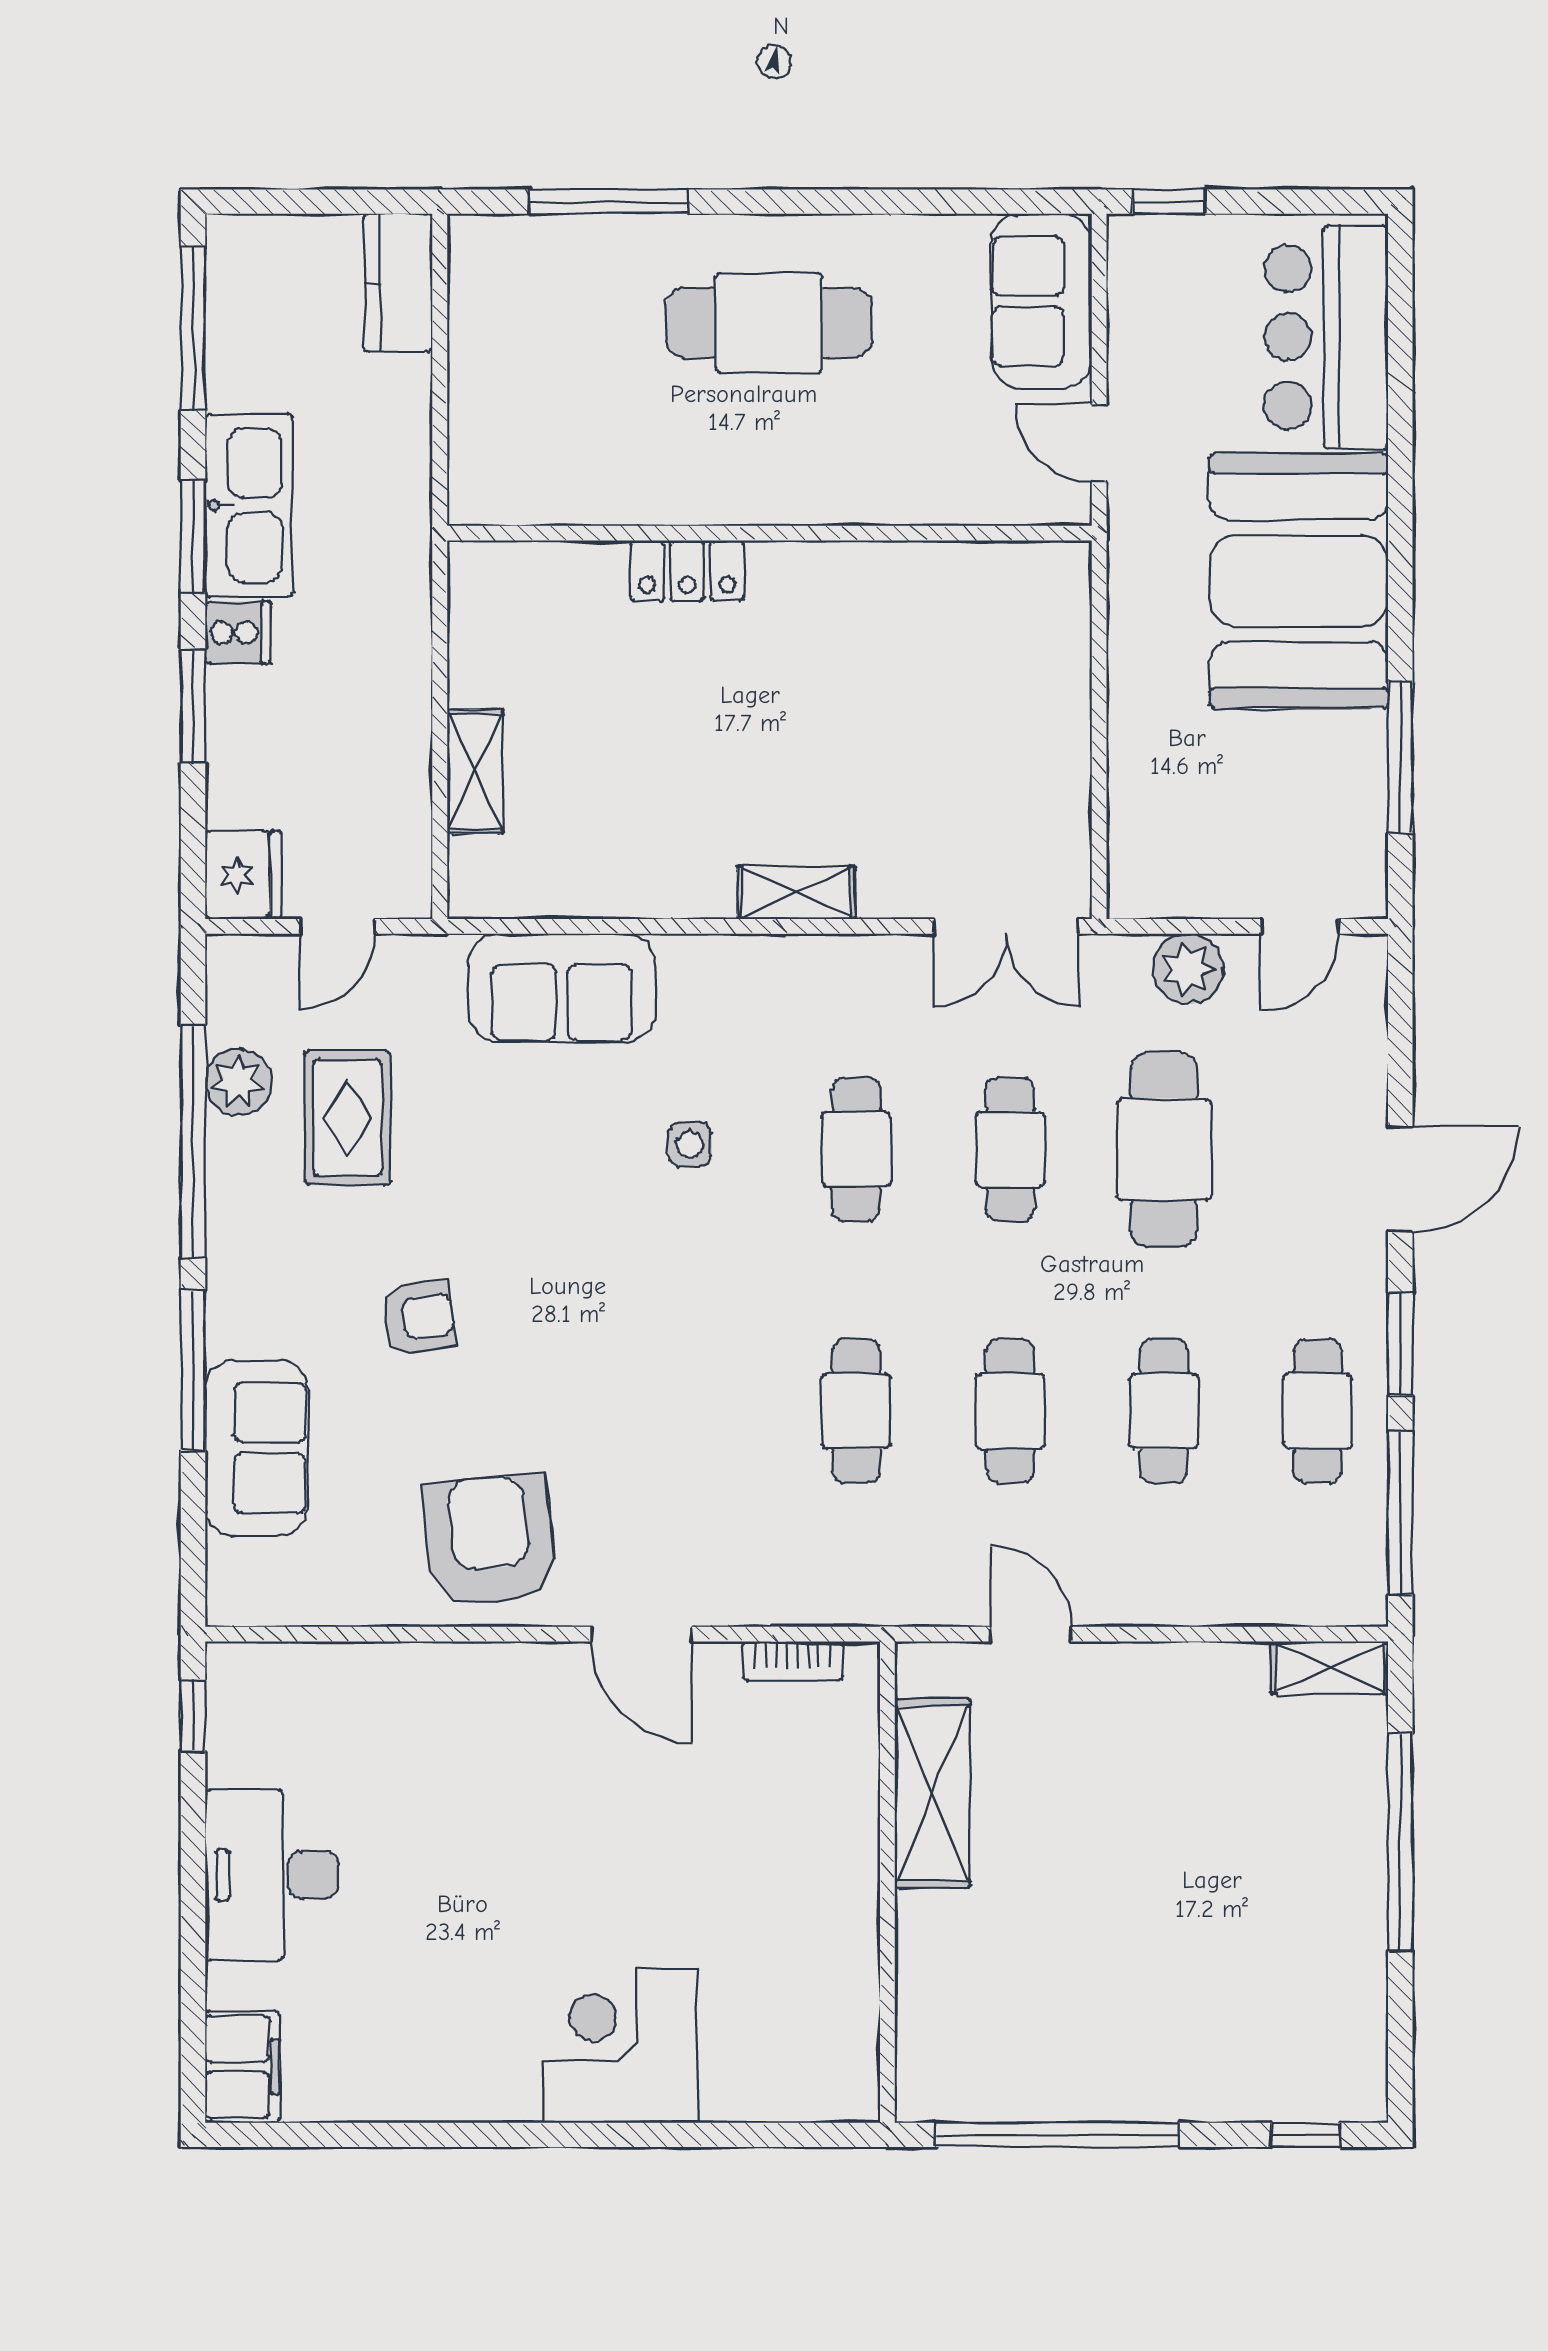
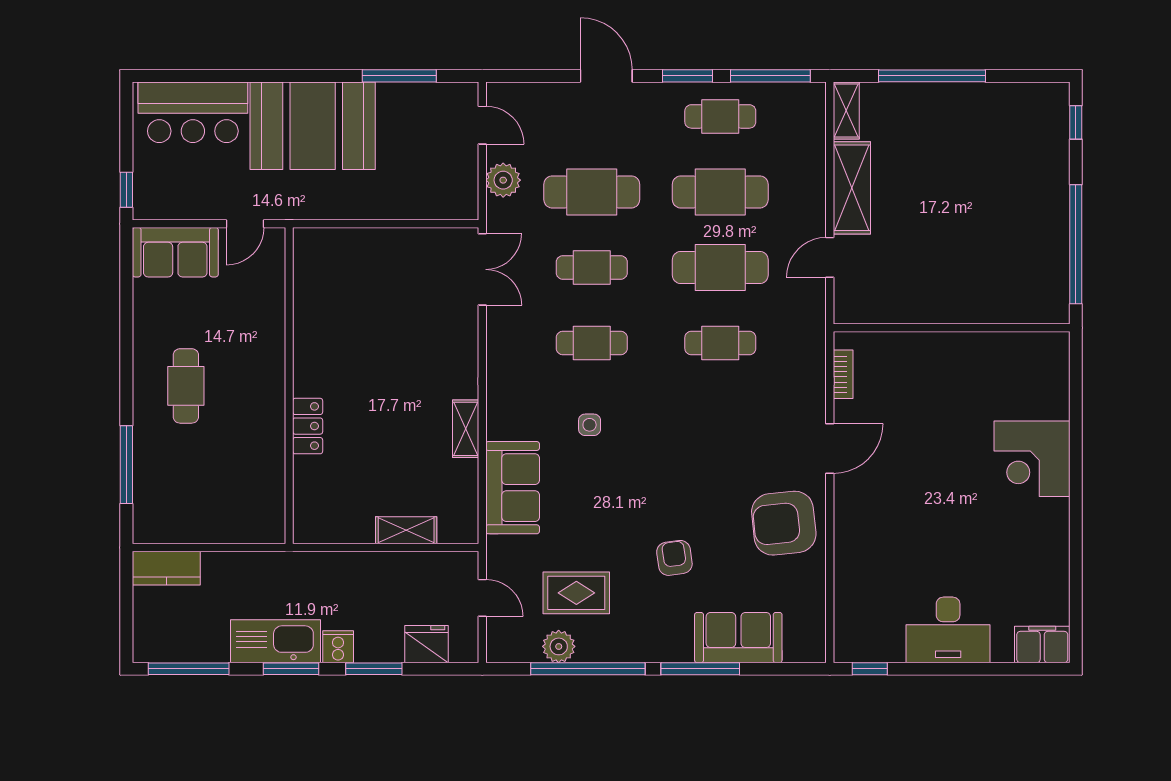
cafe table: (769, 323) -> (186, 386), width x0.73, depth x0.74
fridge: (243, 875) -> (426, 644), moved
shelving: (796, 893) -> (466, 429), moved
cafe table: (1010, 1411) -> (720, 267), width x1.37, depth x1.35
cafe table: (1164, 1411) -> (720, 192), width x1.37, depth x1.35
shelving: (932, 1793) -> (852, 188), moved, turned 90

